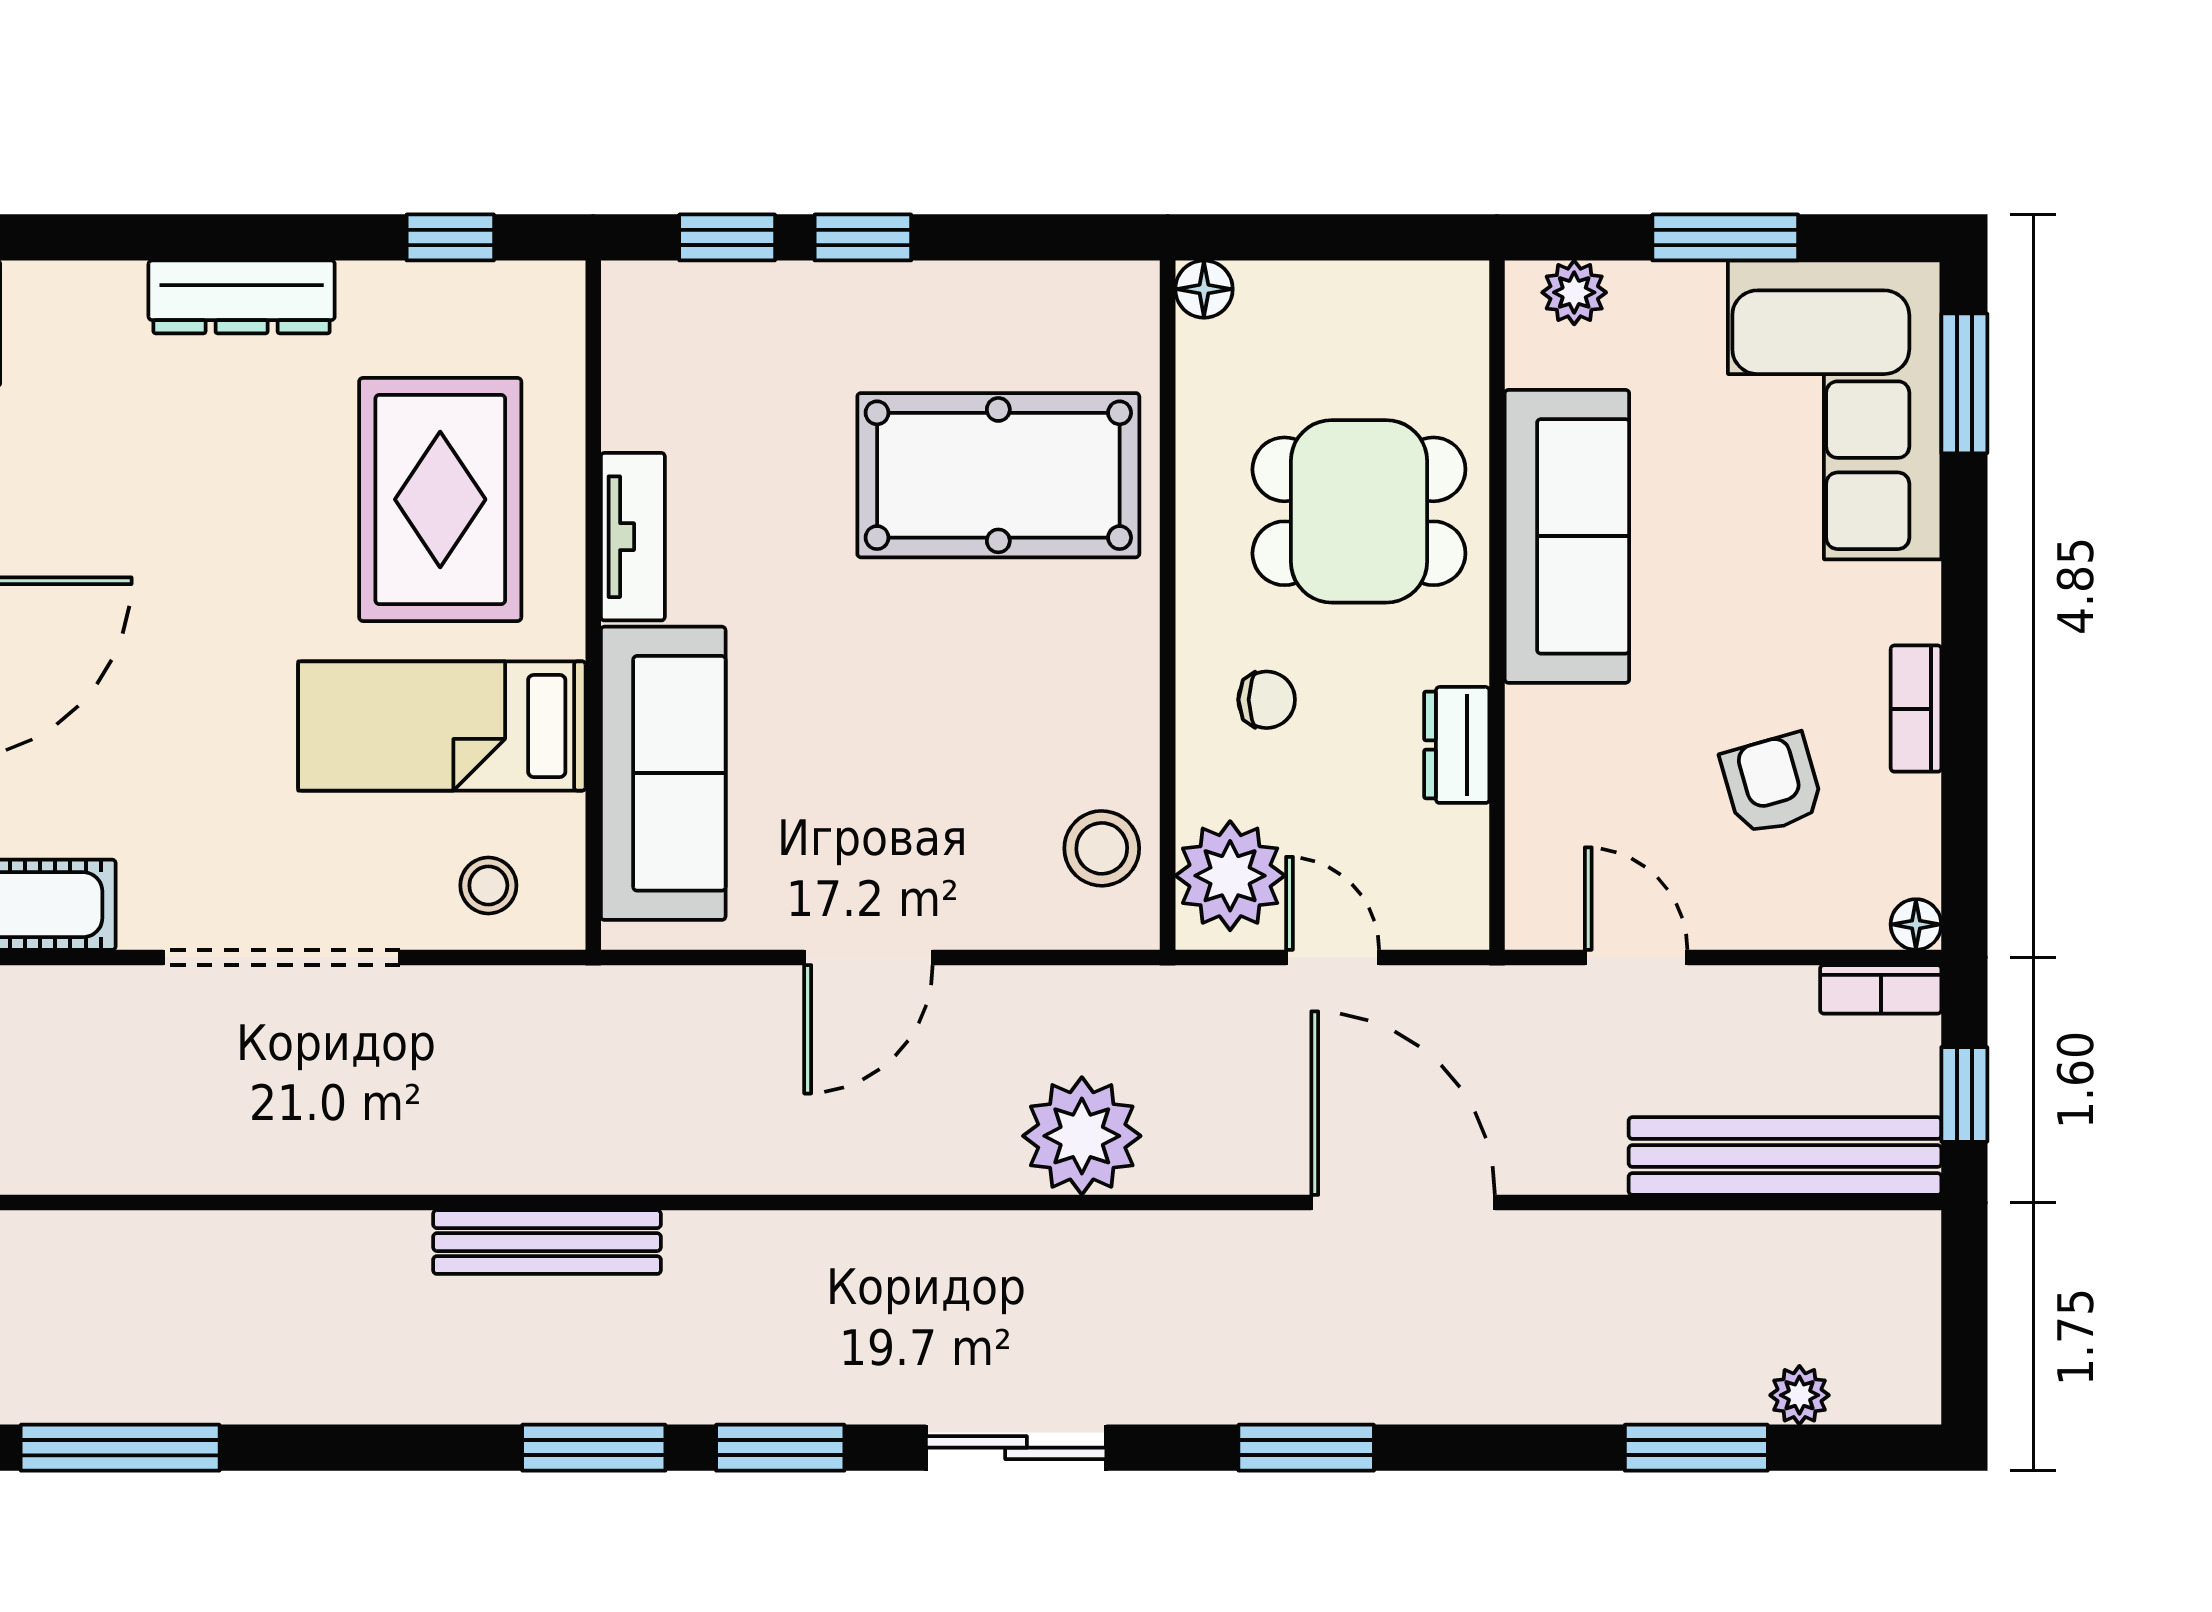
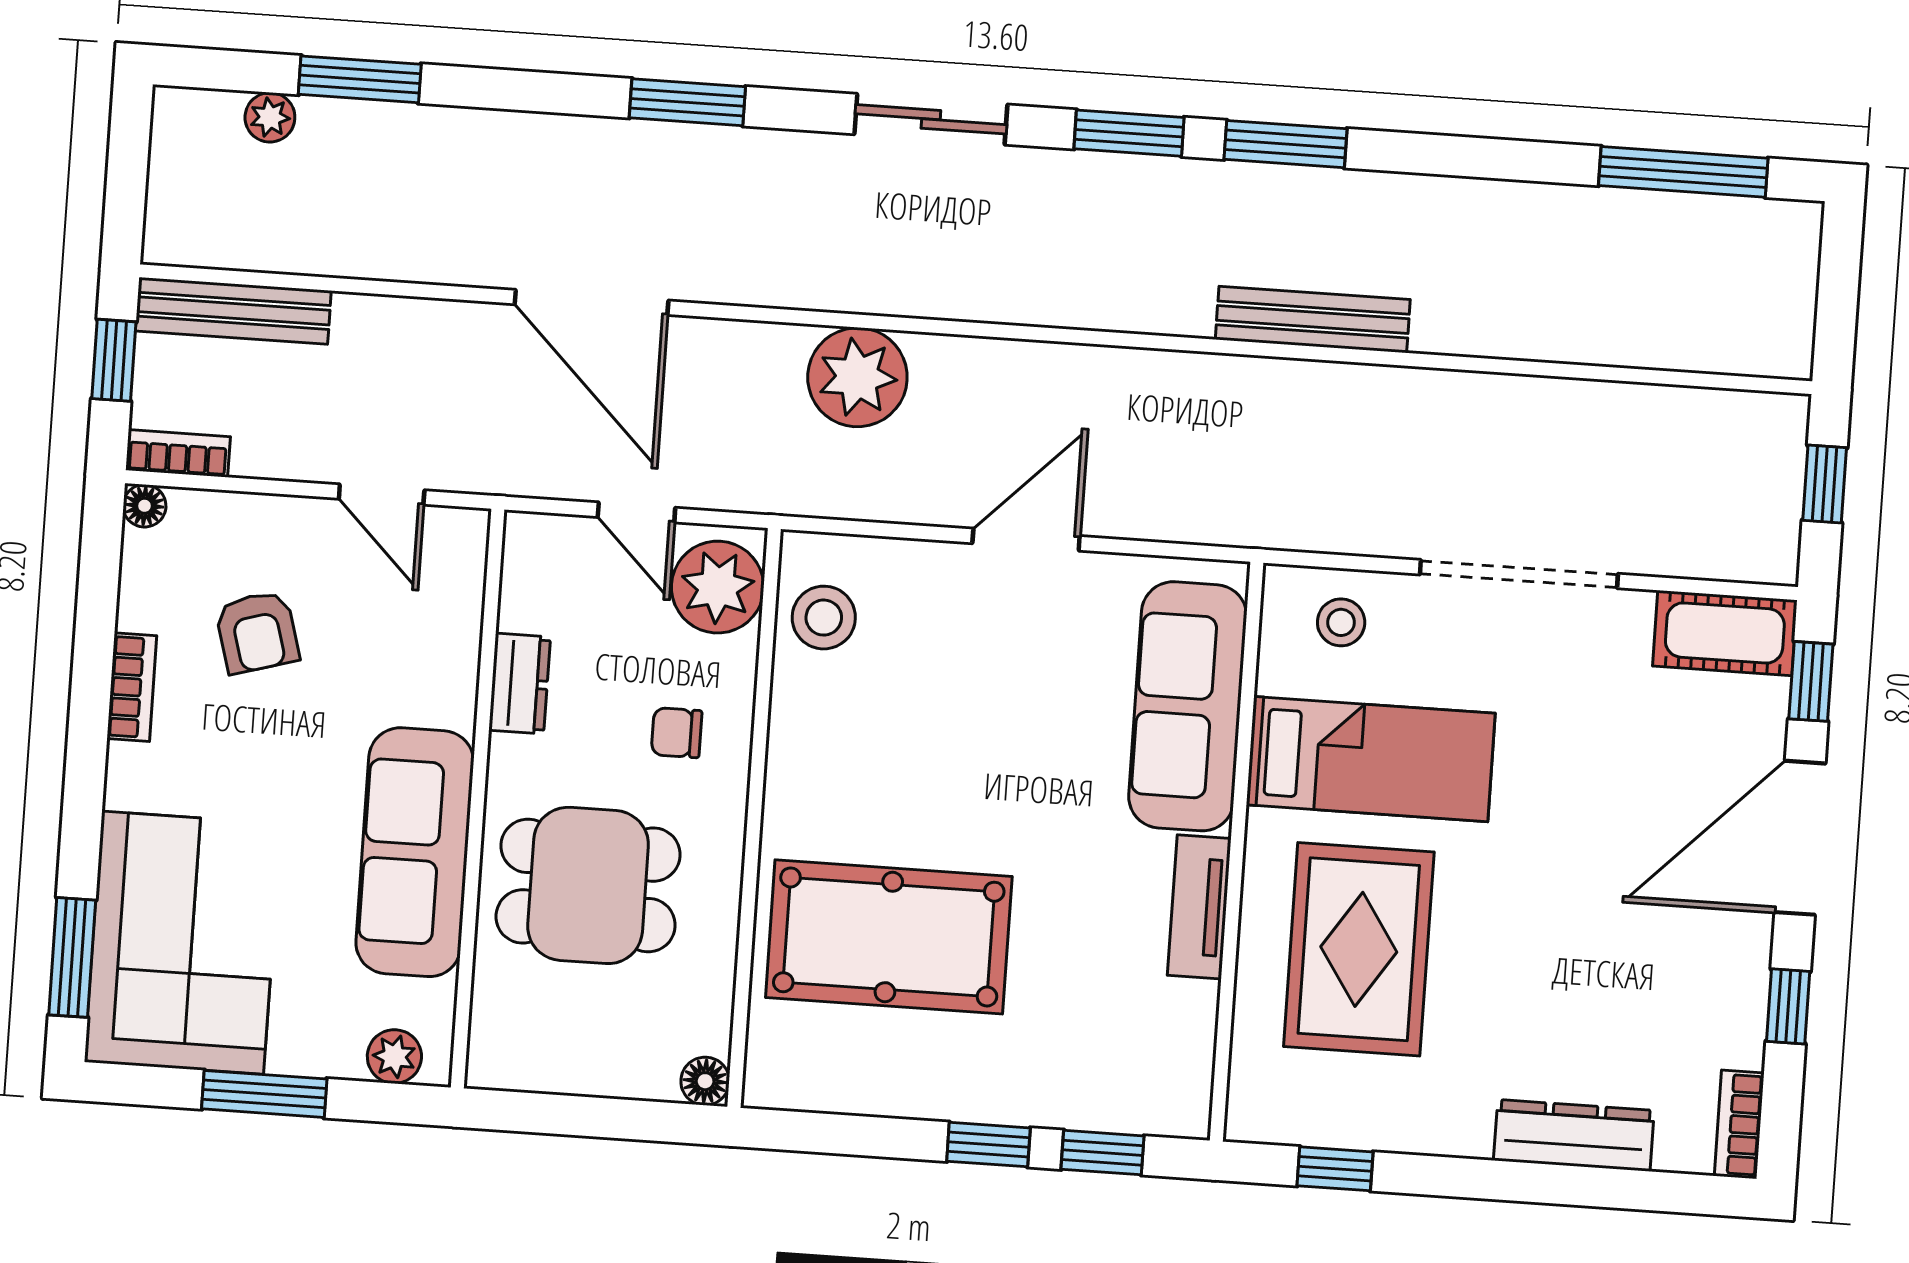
dresser: (242, 297) -> (1574, 1135), moved
bench: (1785, 1156) -> (233, 311), width x0.73, depth x0.82

